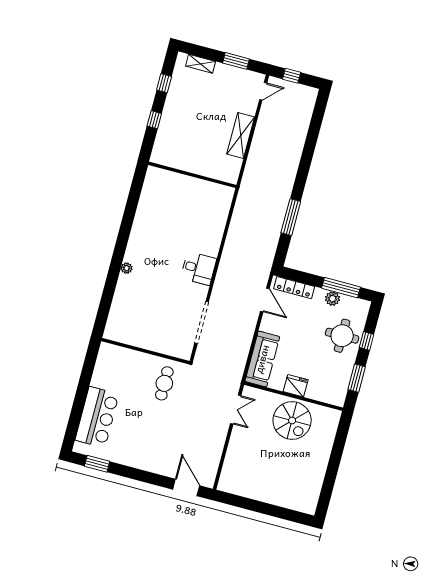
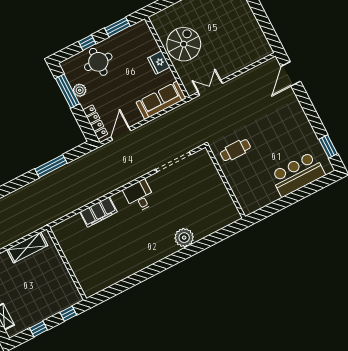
wall: (192, 175) -> (67, 264), moved
filing cabinet: (216, 222) -> (98, 212), added
plant: (127, 268) -> (184, 238), width x1.87, depth x1.87

